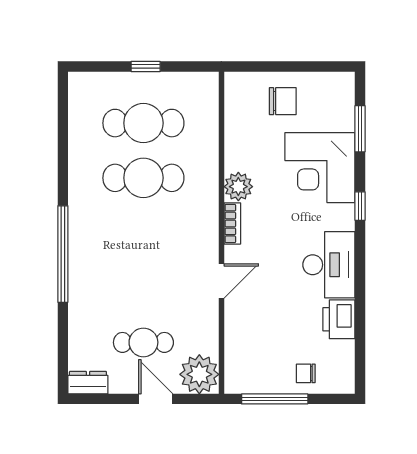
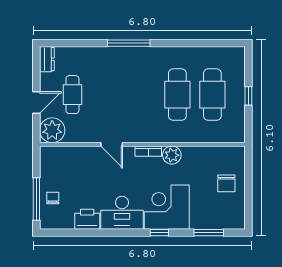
corner desk: (320, 168) -> (167, 207), moved
window: (63, 254) -> (129, 43), width x0.68
window: (275, 399) -> (36, 199), moved

